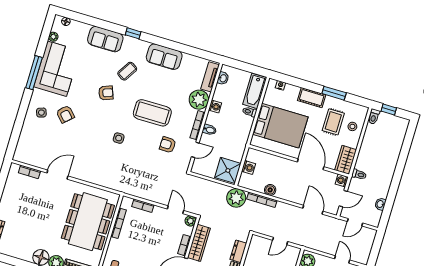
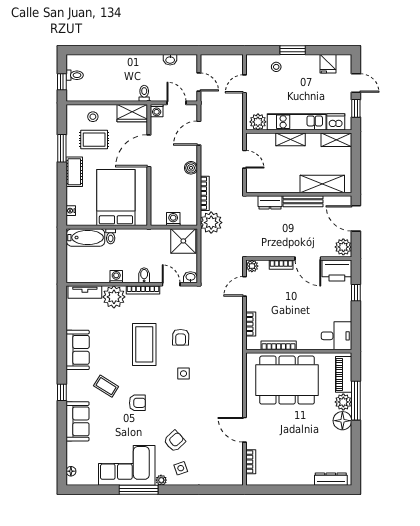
plant: (53, 37) -> (161, 480), moved
washbasin: (223, 78) -> (191, 277), moved
armchair: (106, 93) -> (137, 403), turned 111
toilet: (374, 117) -> (75, 75), moved
armchair: (168, 145) -> (181, 337), moved
boiler: (270, 190) -> (191, 168), moved
wardrobe: (199, 243) -> (274, 249), removed

